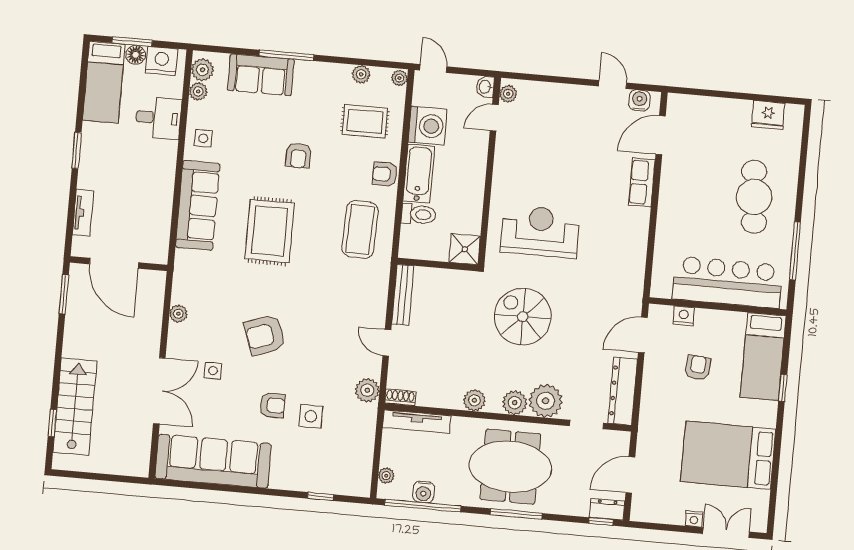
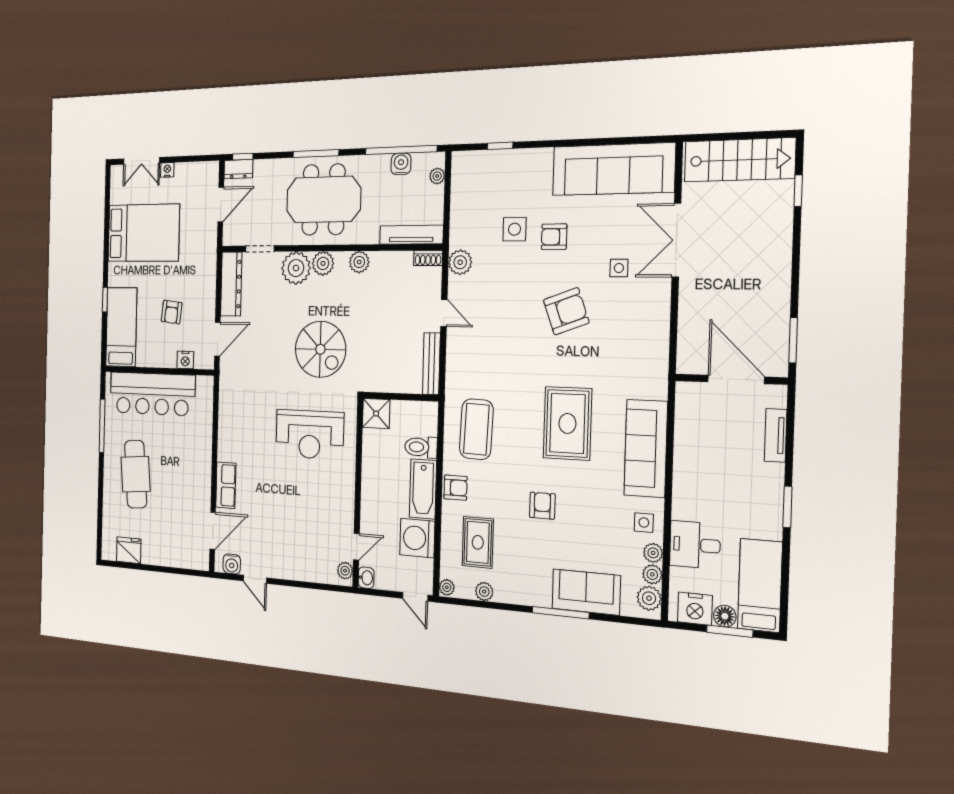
rug: (365, 121) -> (478, 542), turned 90
plant: (178, 314) -> (653, 553), moved
stairs: (75, 407) -> (739, 160), moved, turned -90

